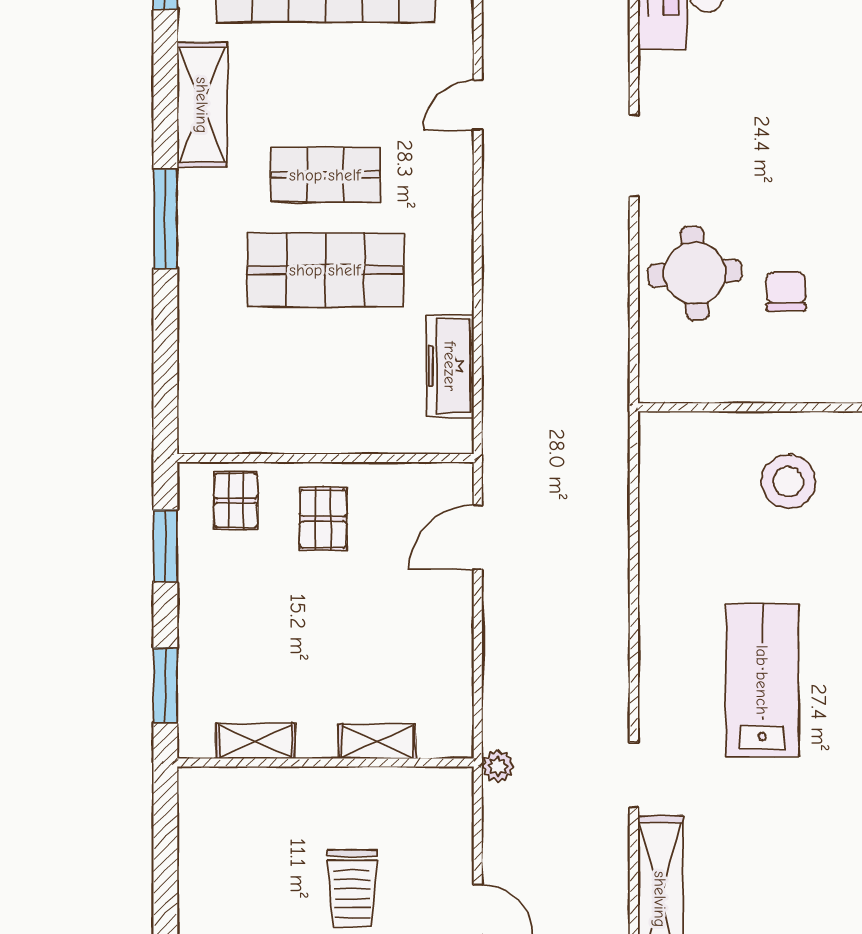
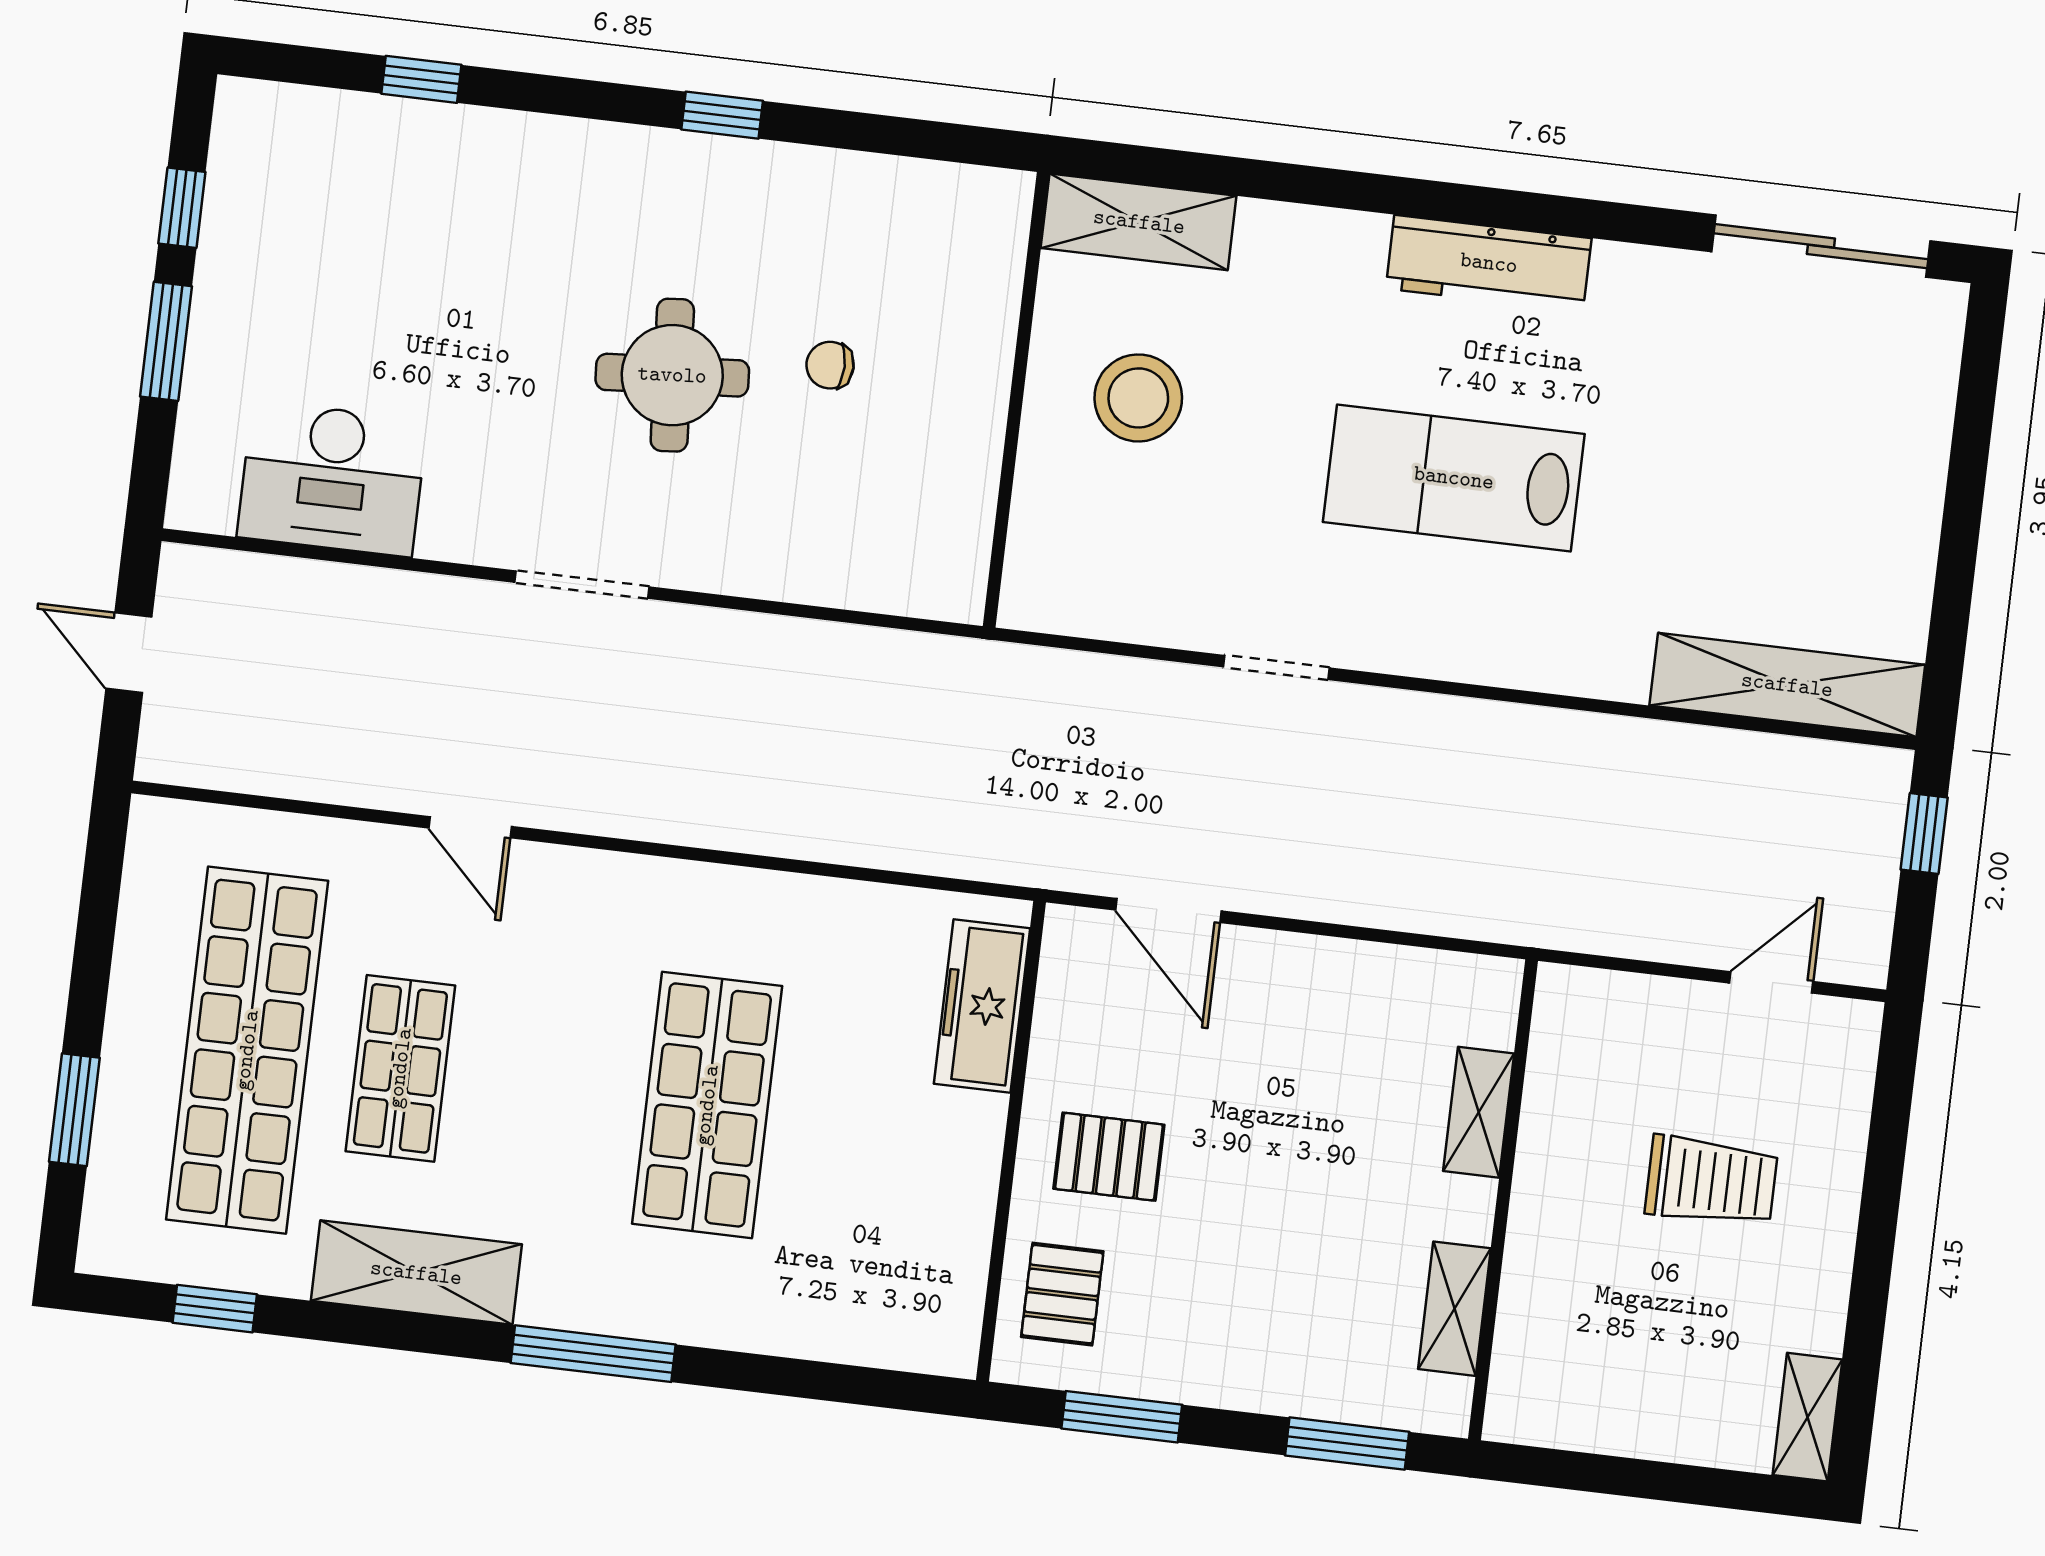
shop shelf: (325, 175) -> (400, 1068), moved
round table: (695, 273) -> (672, 375), moved
chair: (786, 291) -> (830, 365), width x0.73, depth x0.73
freezer: (450, 366) -> (982, 1006), moved, turned 90
pallet: (236, 500) -> (1062, 1294), turned 90
plant: (498, 766) -> (1542, 922), removed
doorway: (634, 775) -> (1276, 667), moved

